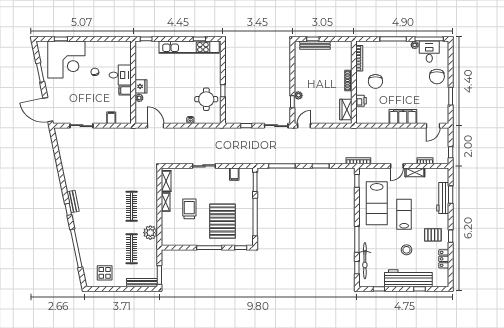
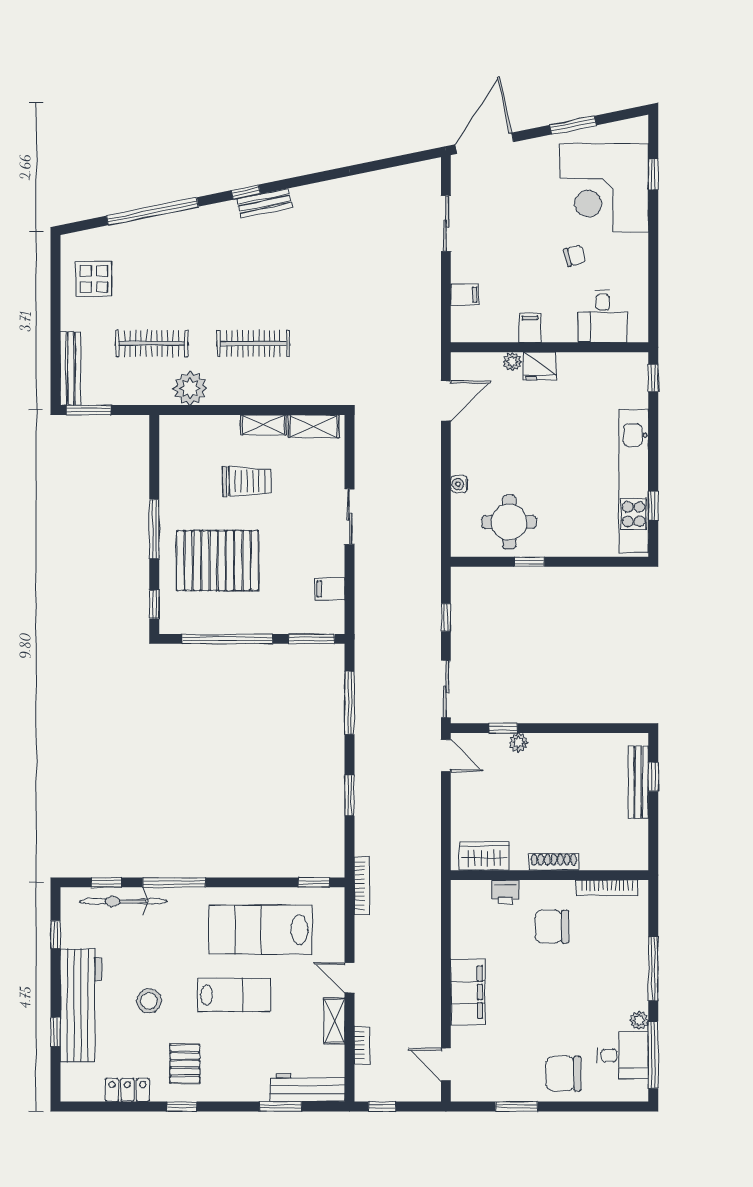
desk: (120, 75) -> (603, 316), moved
workbench: (443, 198) -> (307, 1088), moved

